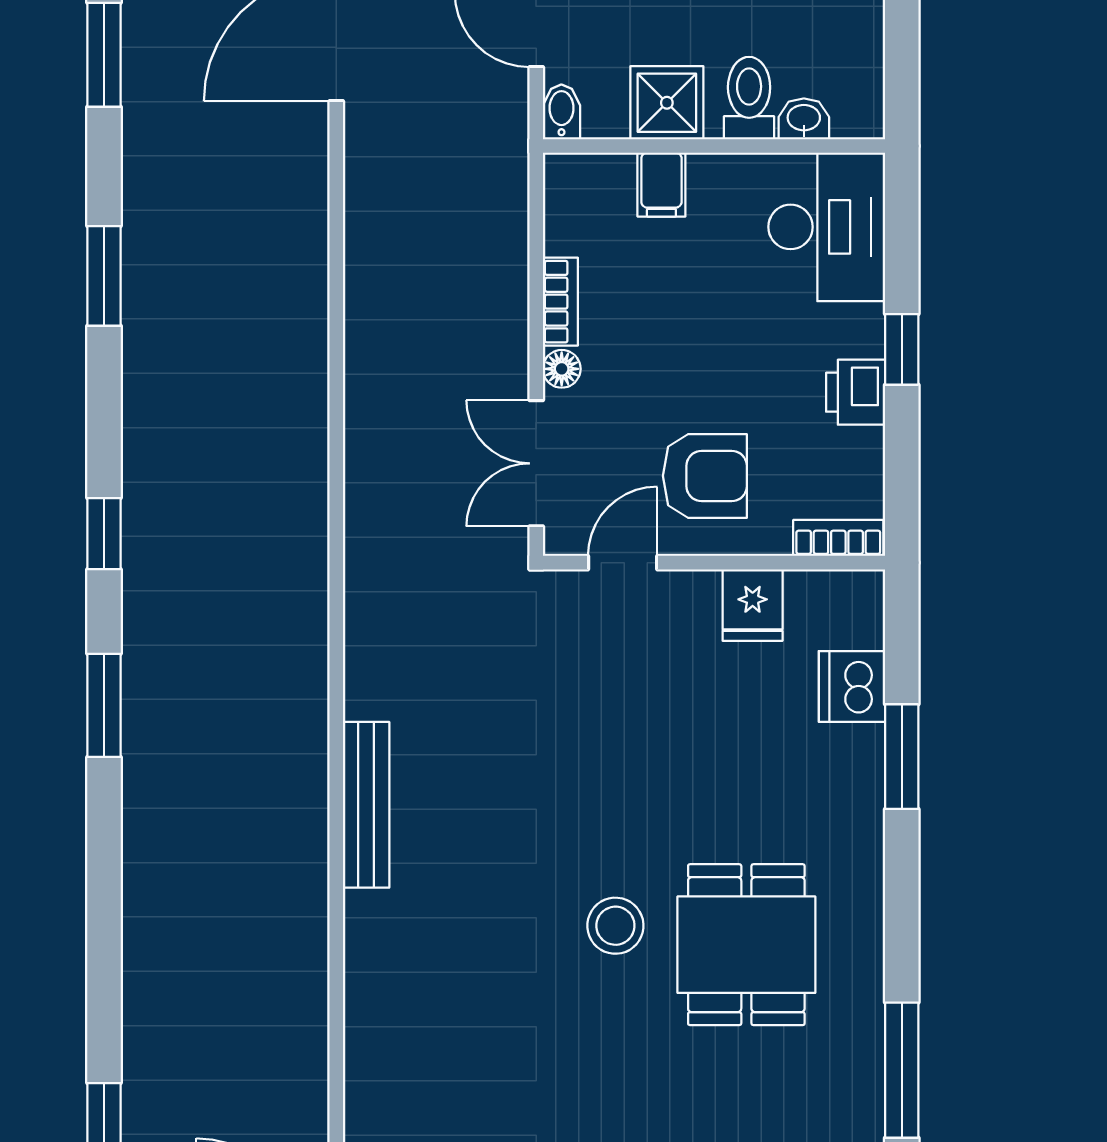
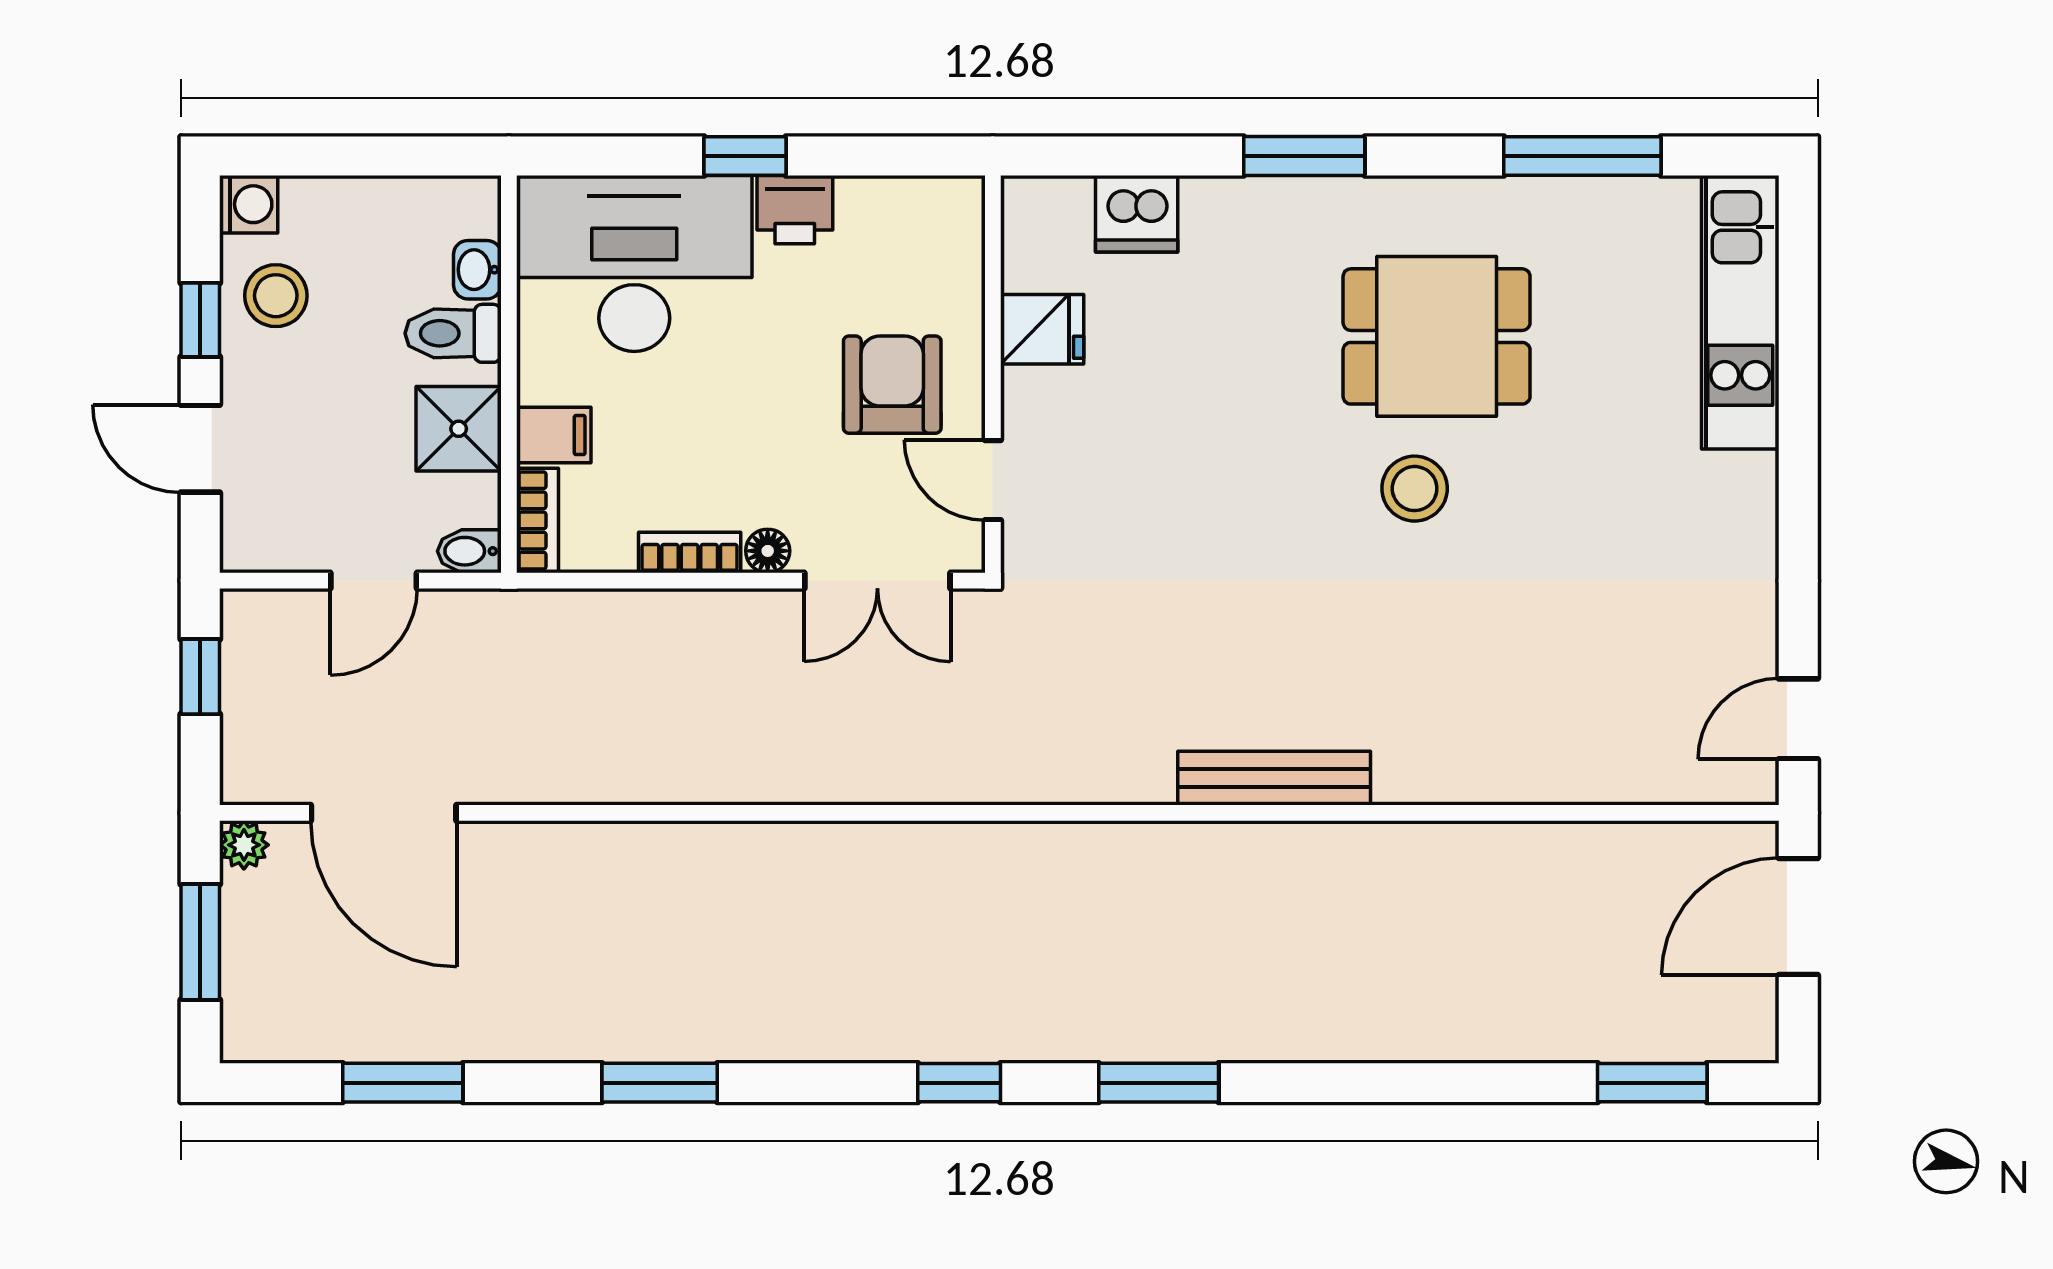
desk: (827, 227) -> (634, 263), width x1.36, depth x1.30
bookcase: (838, 538) -> (537, 520), moved, turned 180
window: (902, 757) -> (1304, 156), moved

